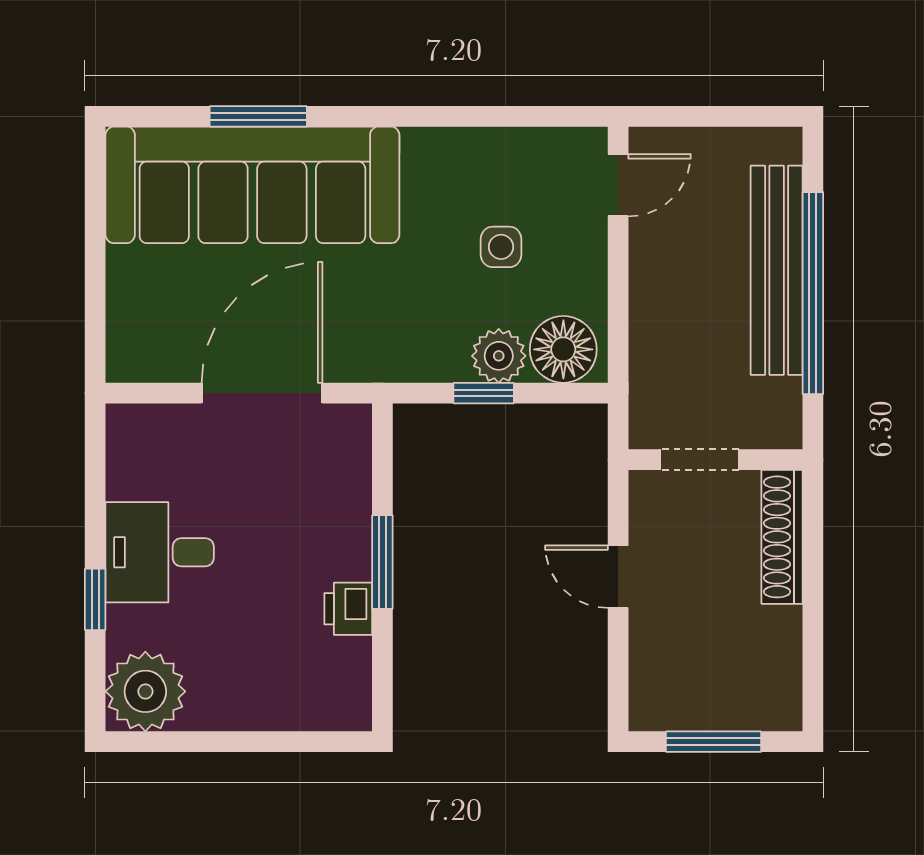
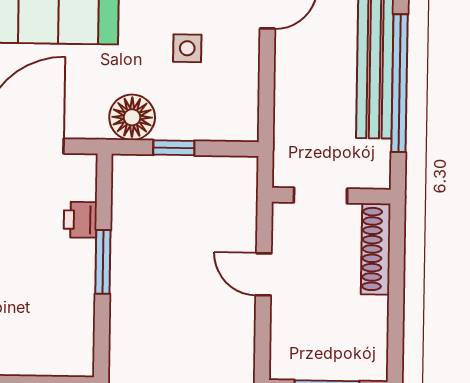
floor lamp: (563, 349) -> (132, 117), moved
plant: (499, 356) -> (185, 123), removed
printer: (348, 609) -> (80, 220), moved

